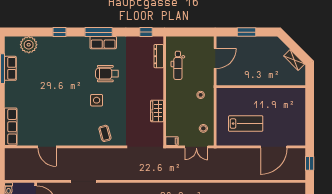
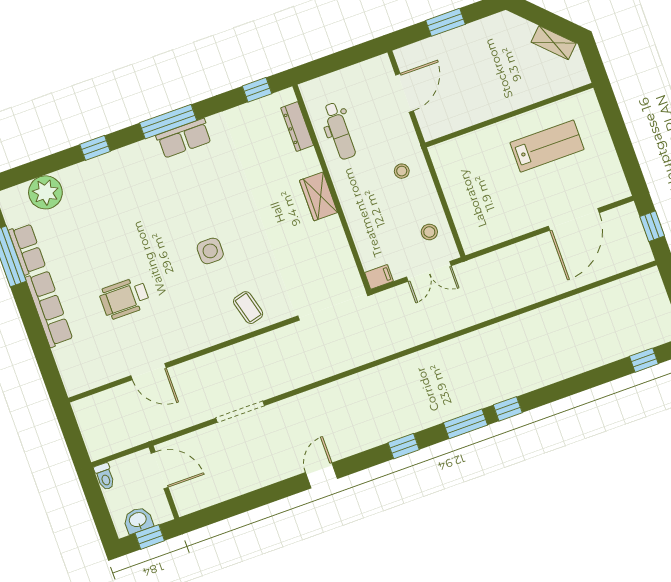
wheelchair: (107, 74) -> (124, 298), moved
wardrobe: (157, 111) -> (319, 196), moved
lab bench: (246, 124) -> (547, 146), moved
row of seats: (11, 127) -> (49, 309), moved

